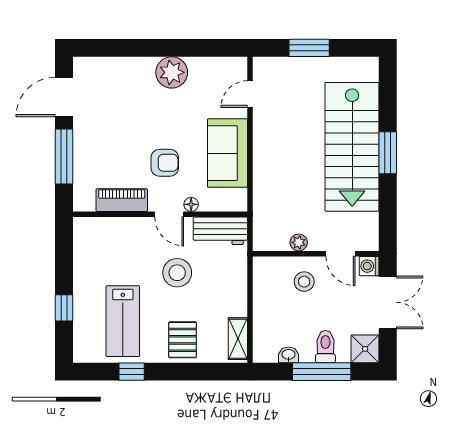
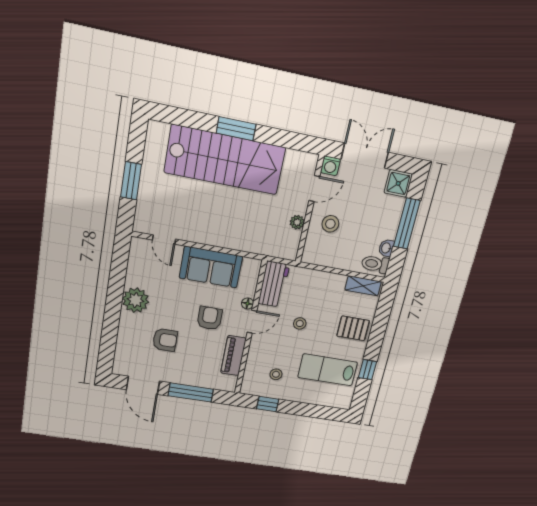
armchair: (128, 114) -> (165, 340), added
stool: (106, 258) -> (276, 374), added
stool: (177, 273) -> (300, 323), width x0.53, depth x0.53
window: (64, 308) -> (268, 404), moved
lab bench: (123, 321) -> (328, 370), turned 180
toilet: (325, 347) -> (375, 264), moved

